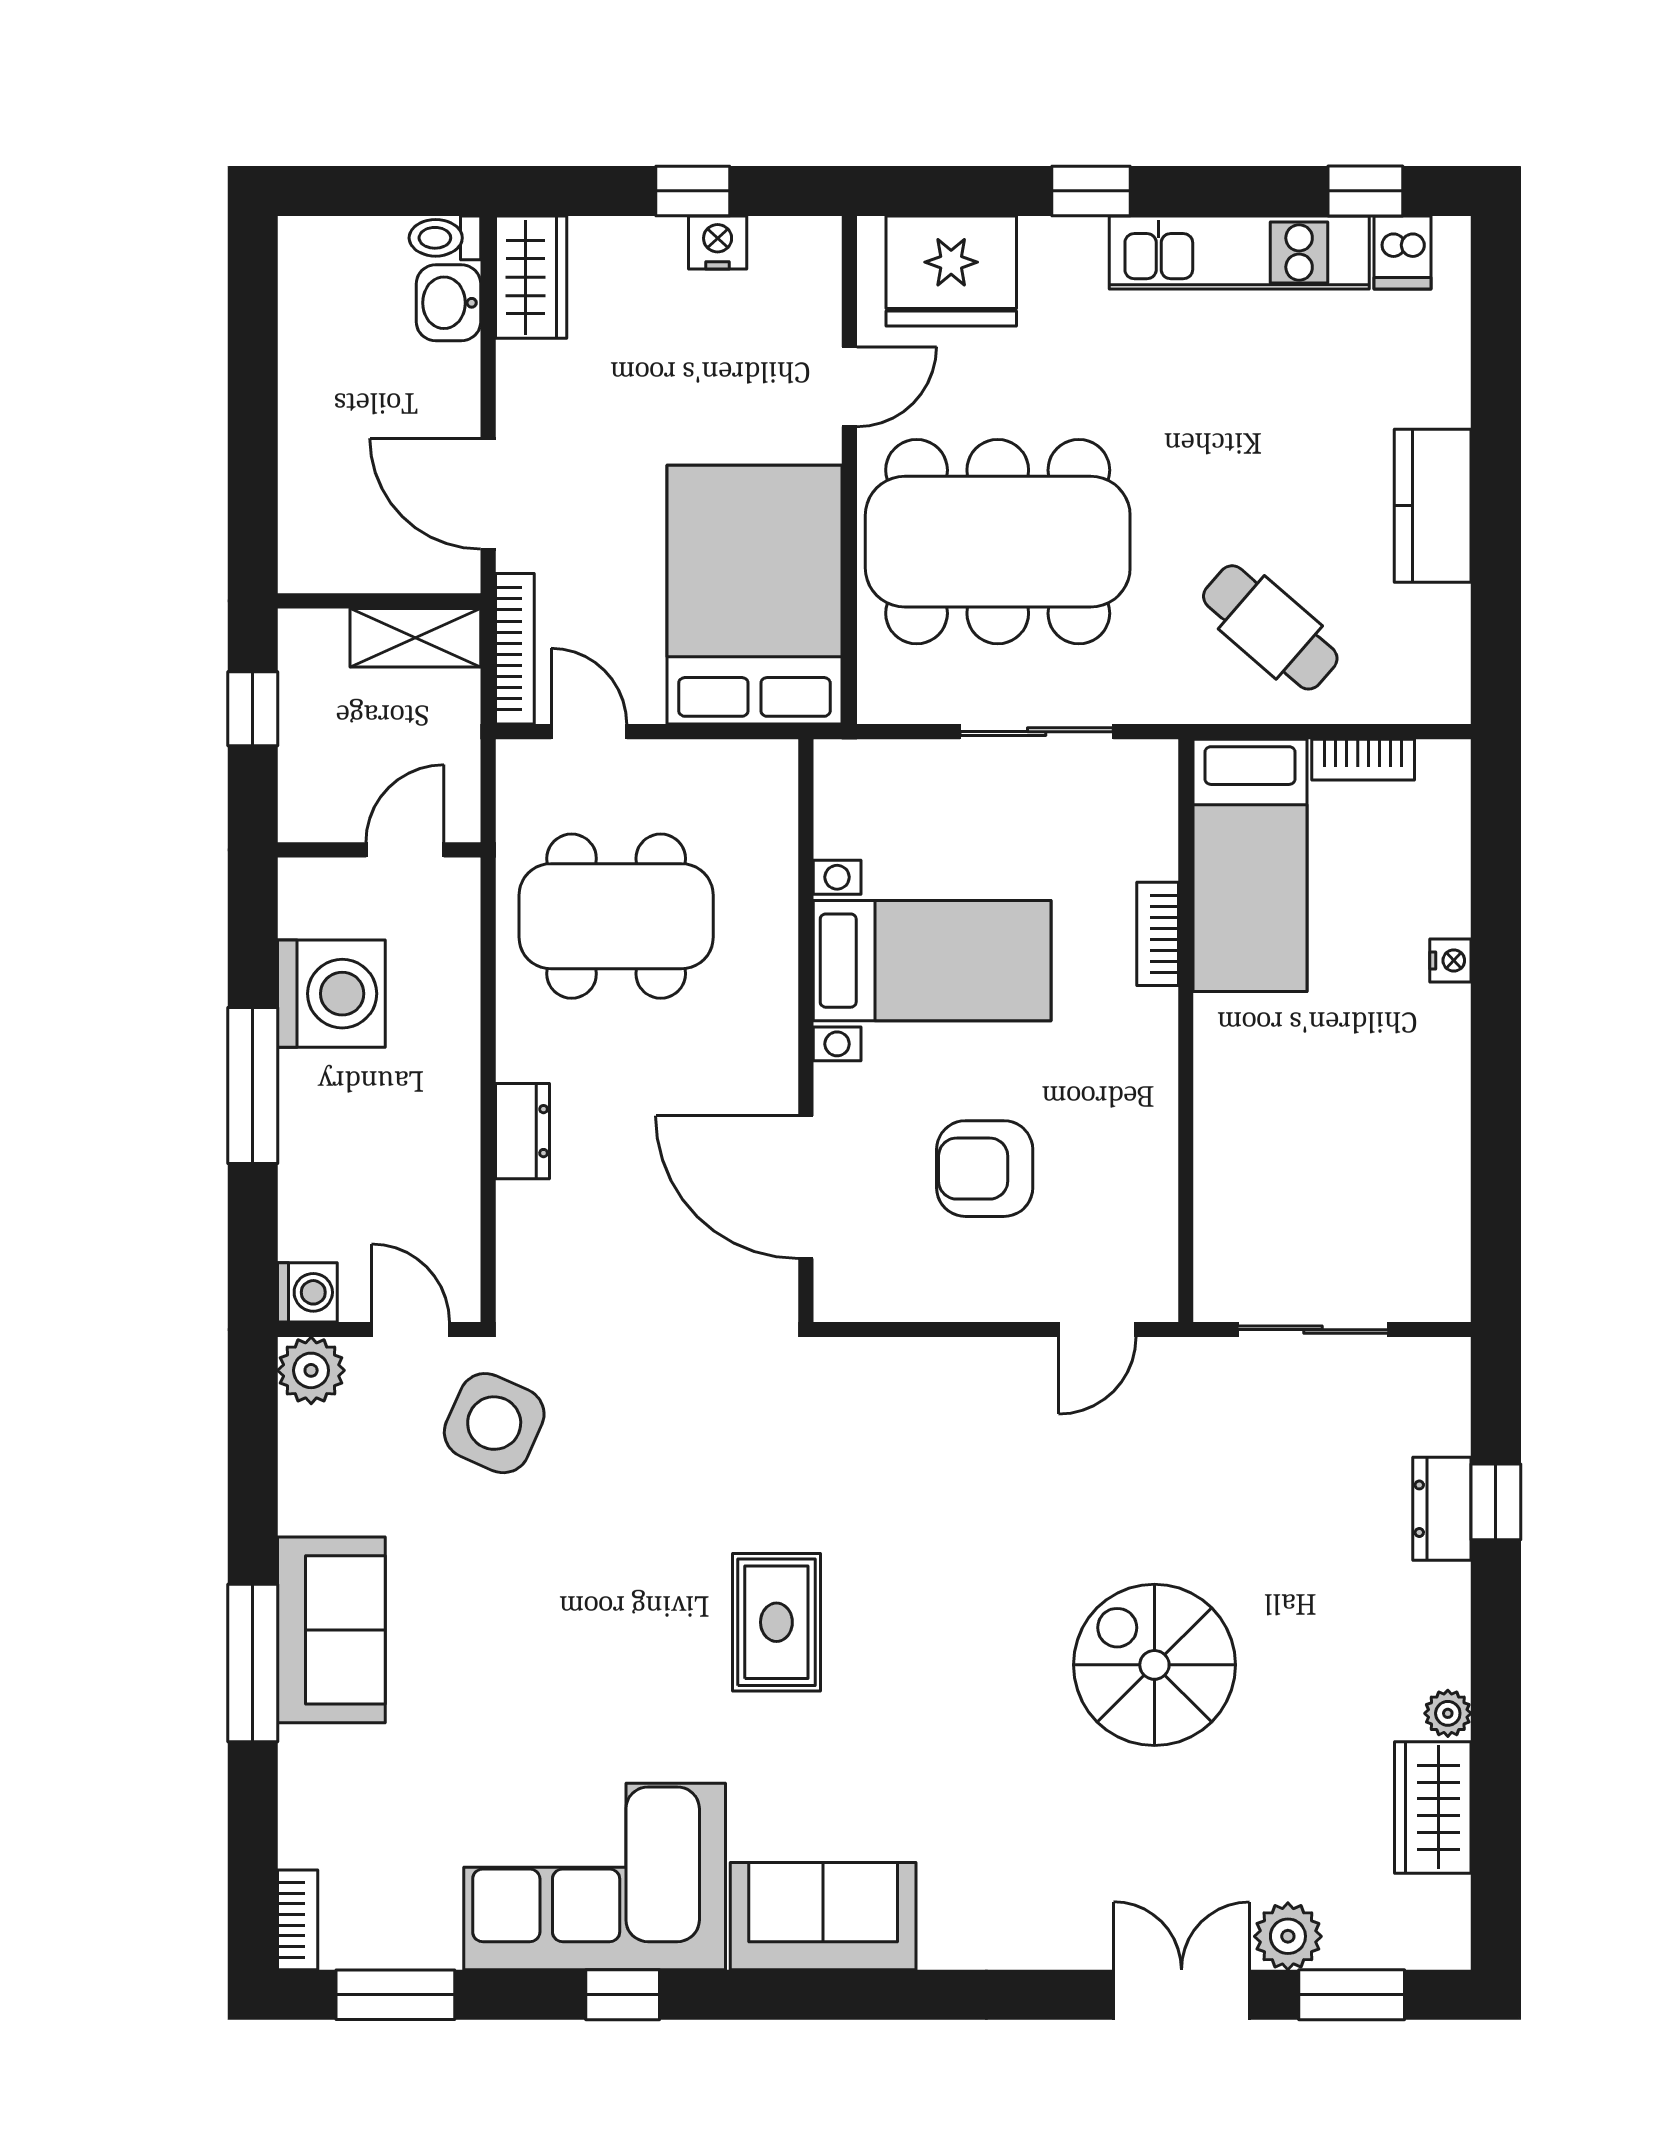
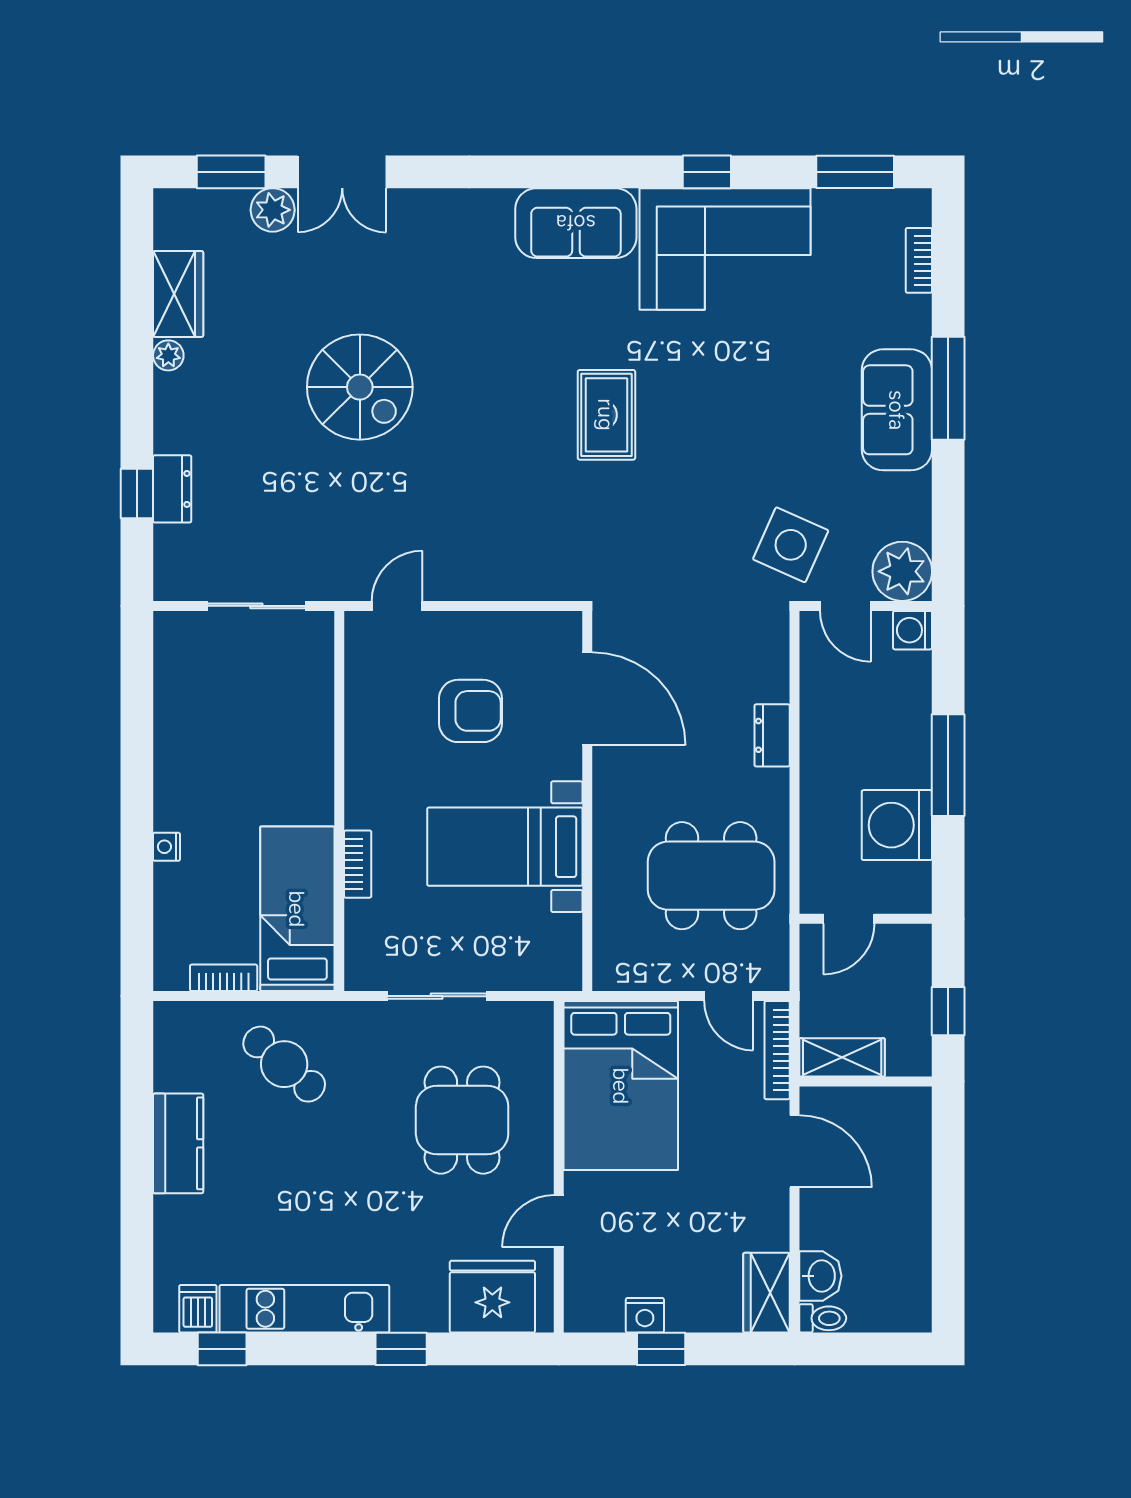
dining table: (998, 542) -> (462, 1120), width x0.53, depth x0.80
plant: (311, 1370) -> (902, 571), width x1.36, depth x1.36
bookcase: (298, 1920) -> (919, 260), moved

